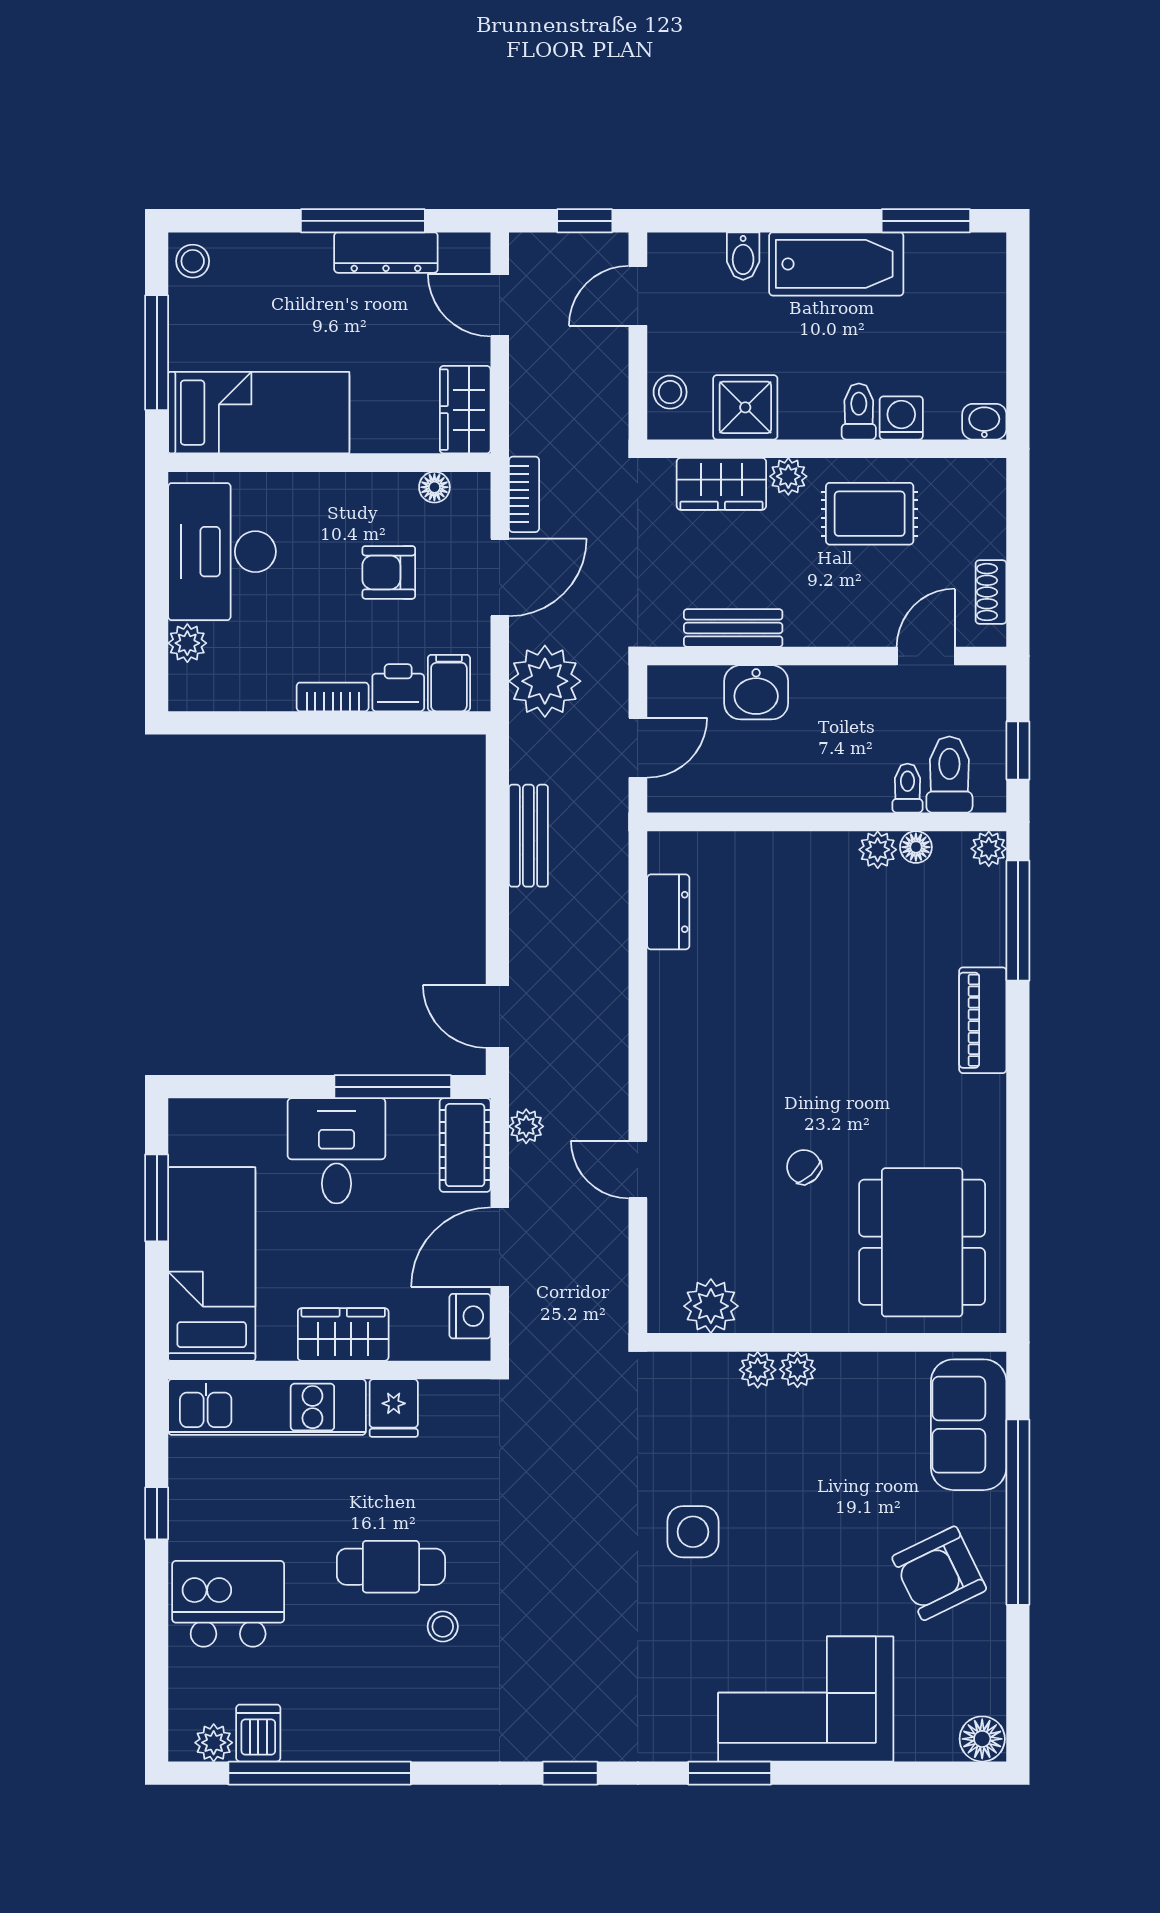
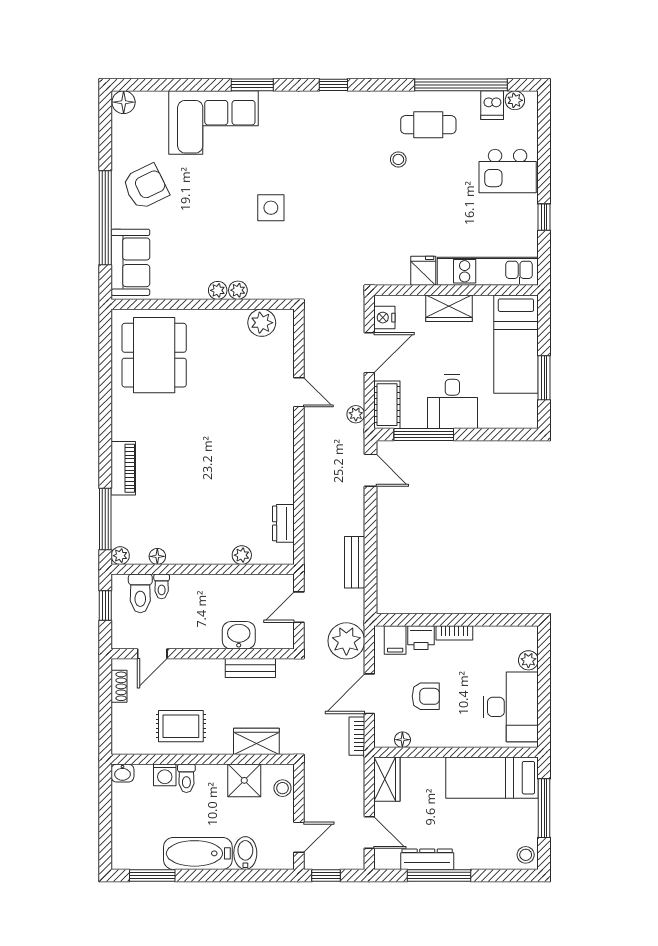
bidet: (743, 256) -> (245, 853), width x1.38, depth x1.36
plant: (788, 476) -> (222, 745), removed
plant: (878, 850) -> (242, 555), moved
chair: (804, 1167) -> (214, 394), removed
cafe table: (391, 1567) -> (428, 125), moved

